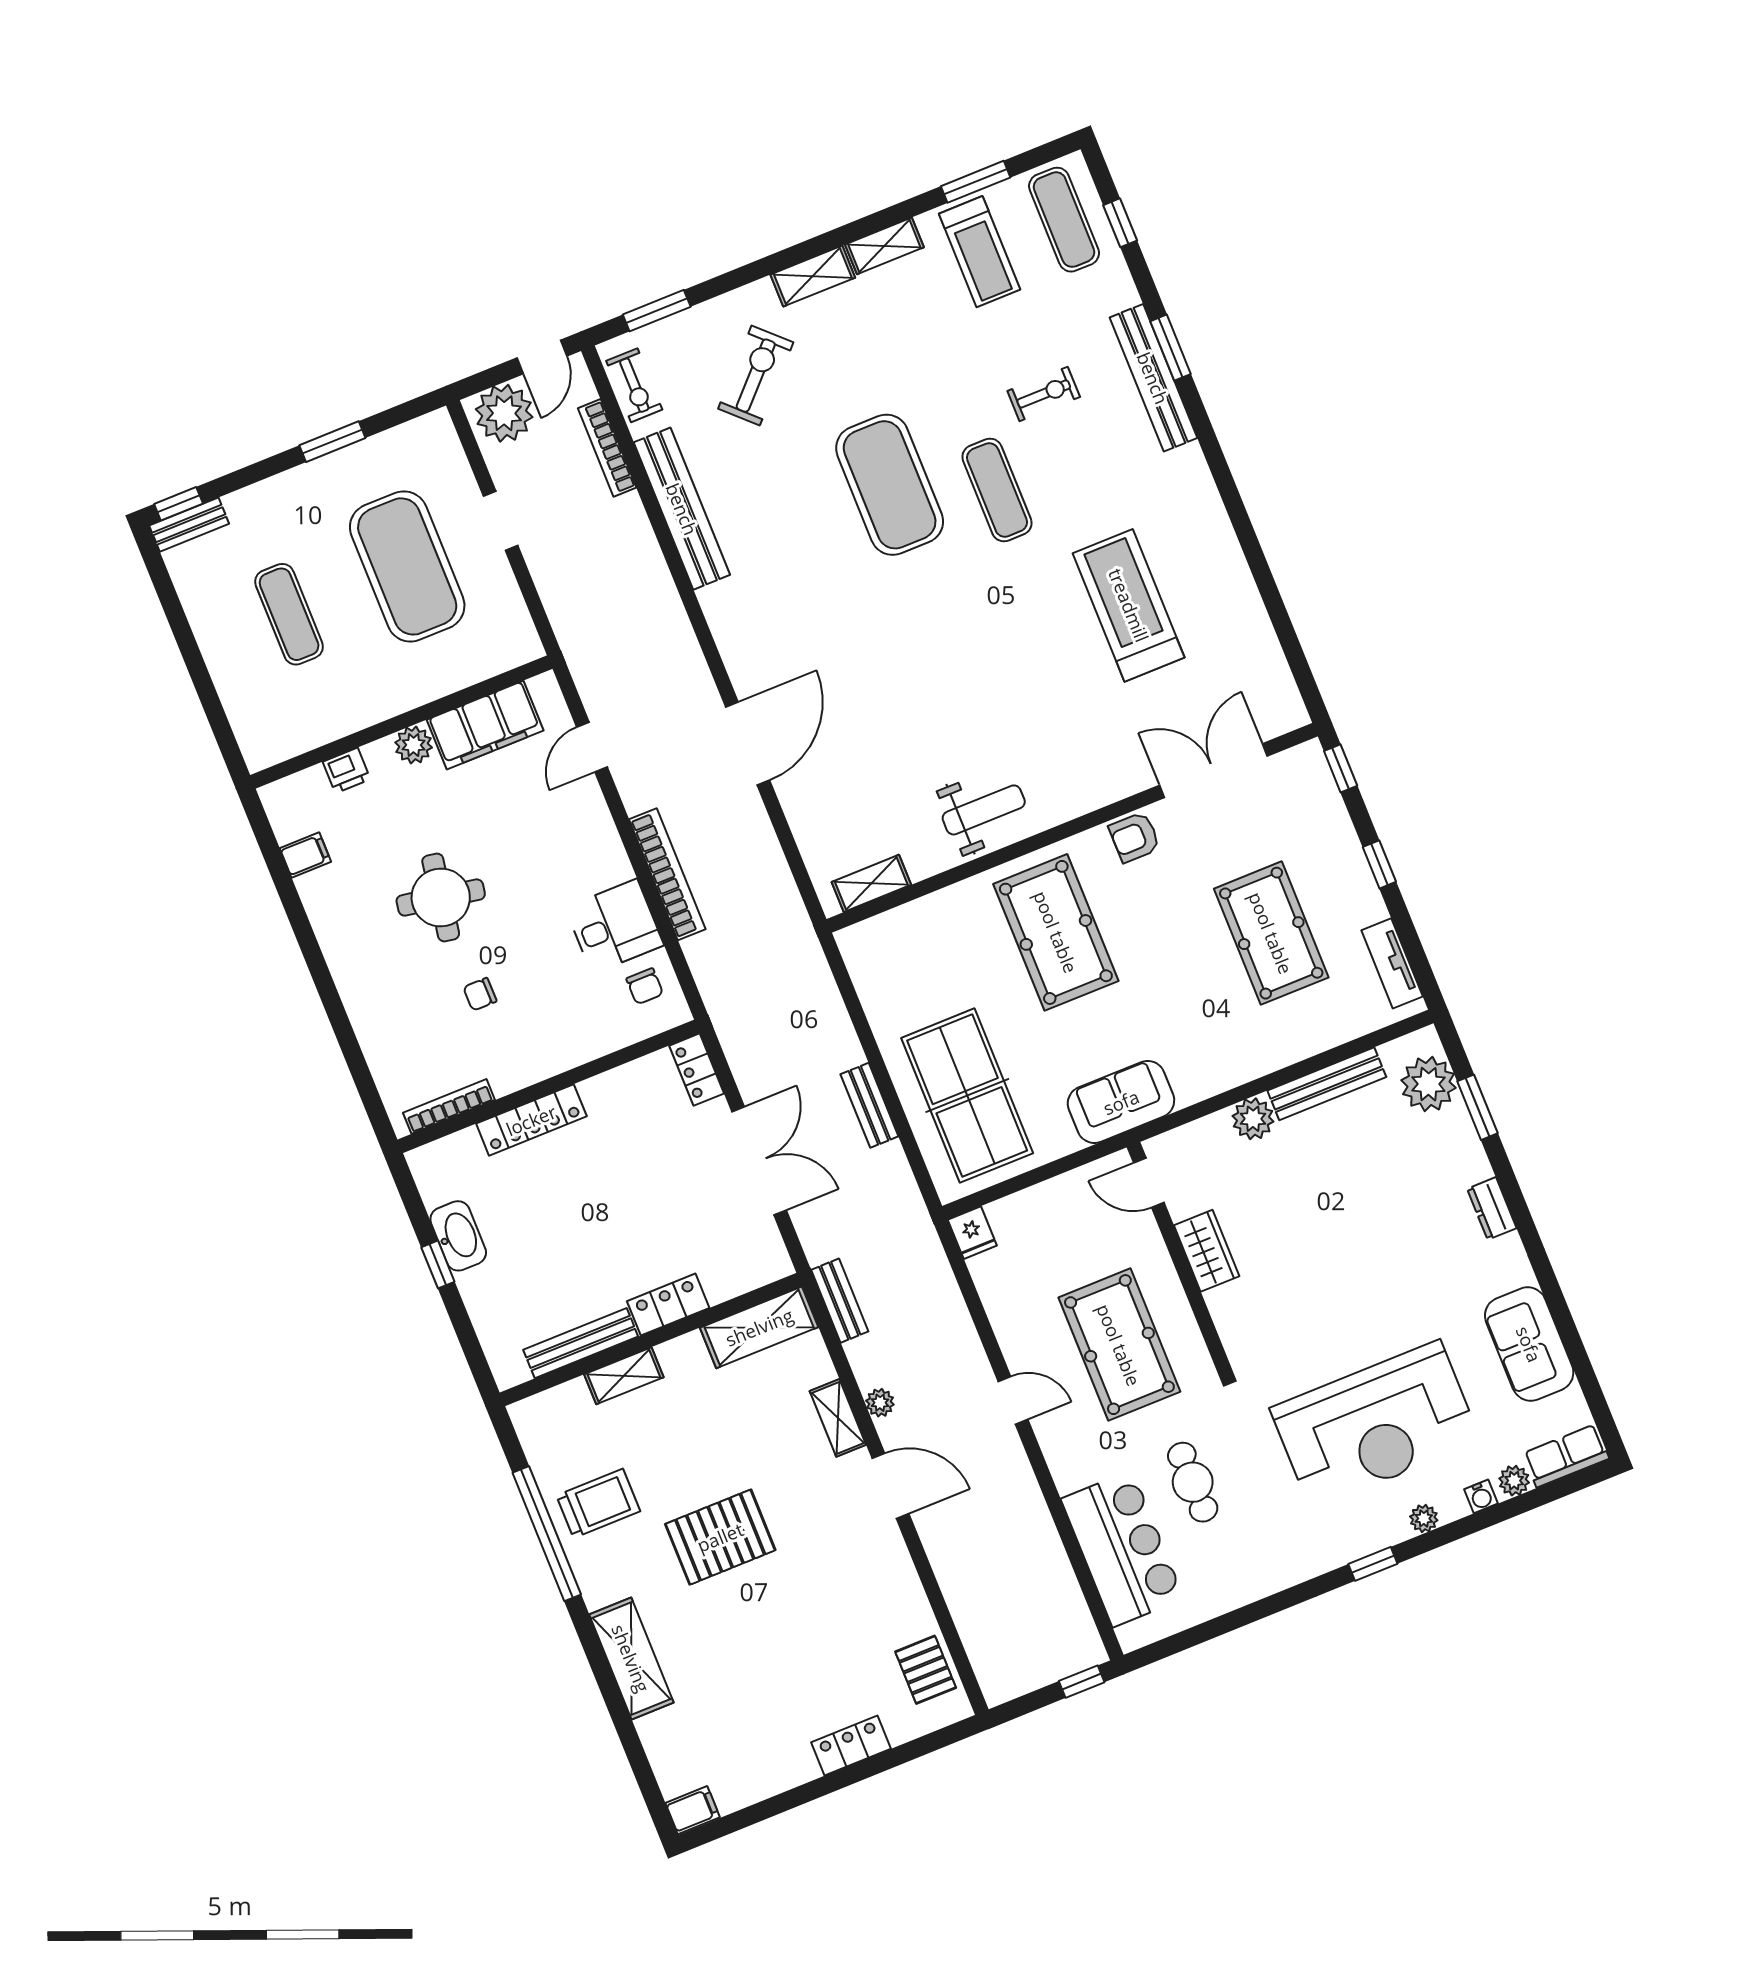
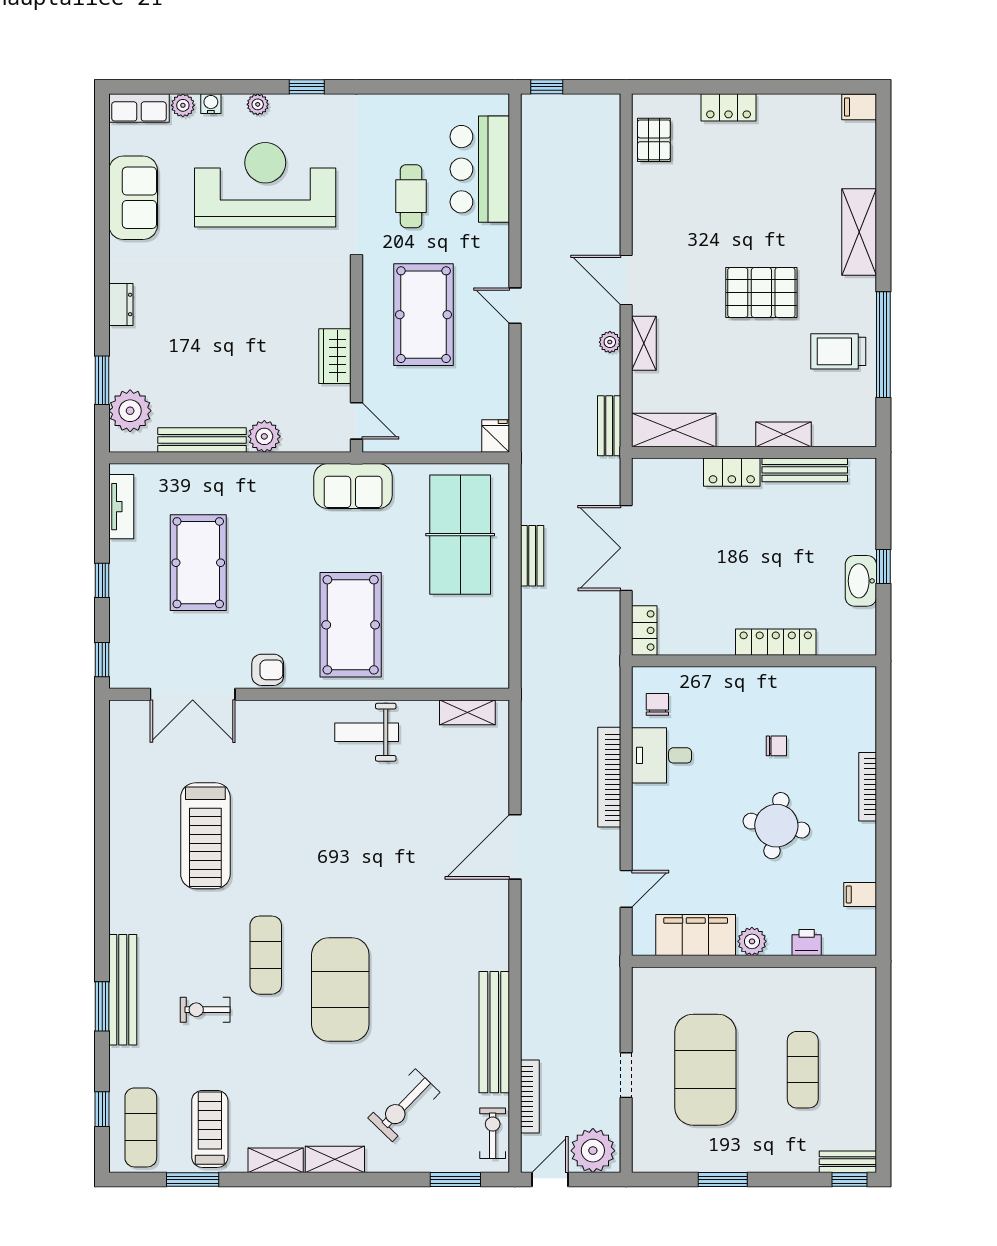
bookcase: (449, 1106) -> (868, 787), moved, turned 90

